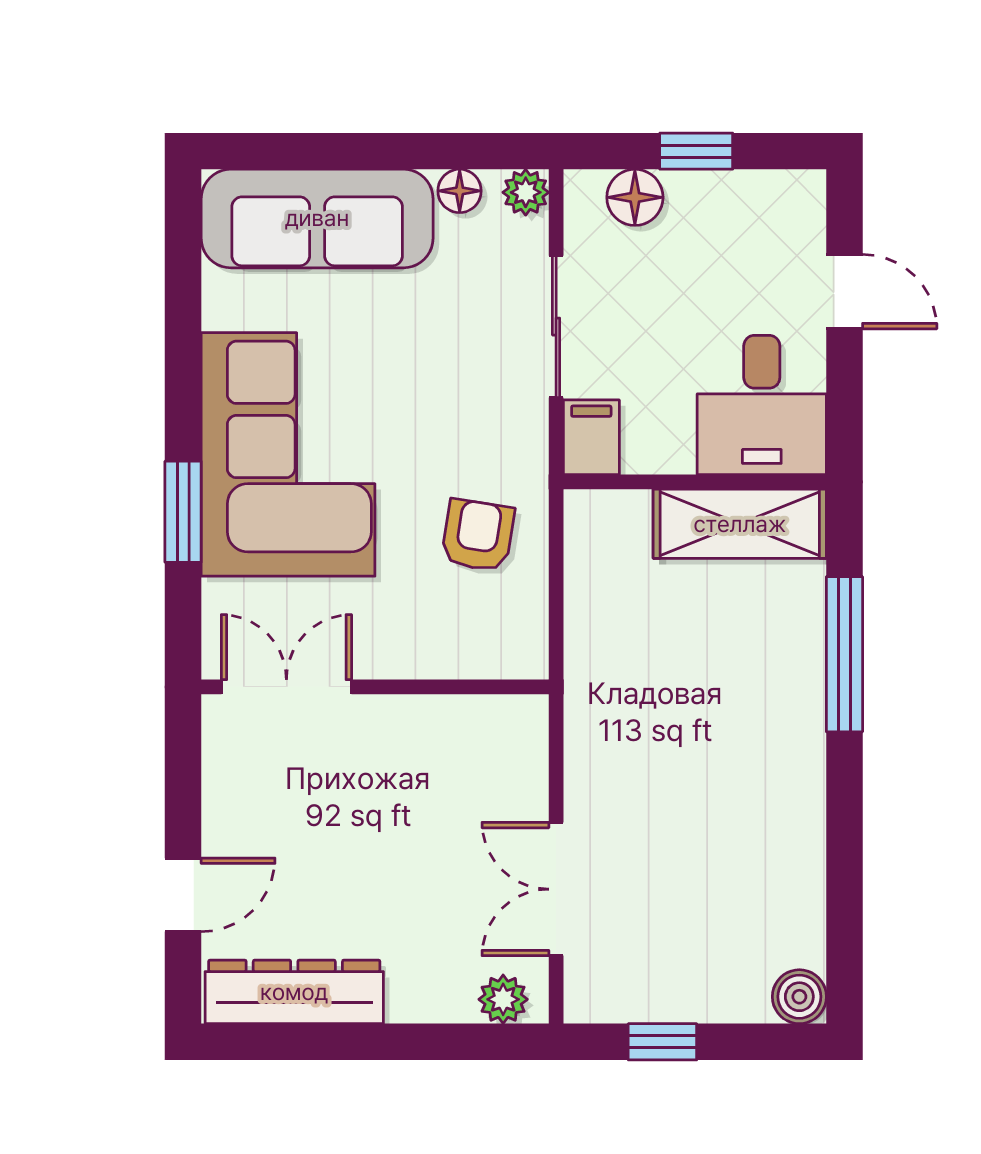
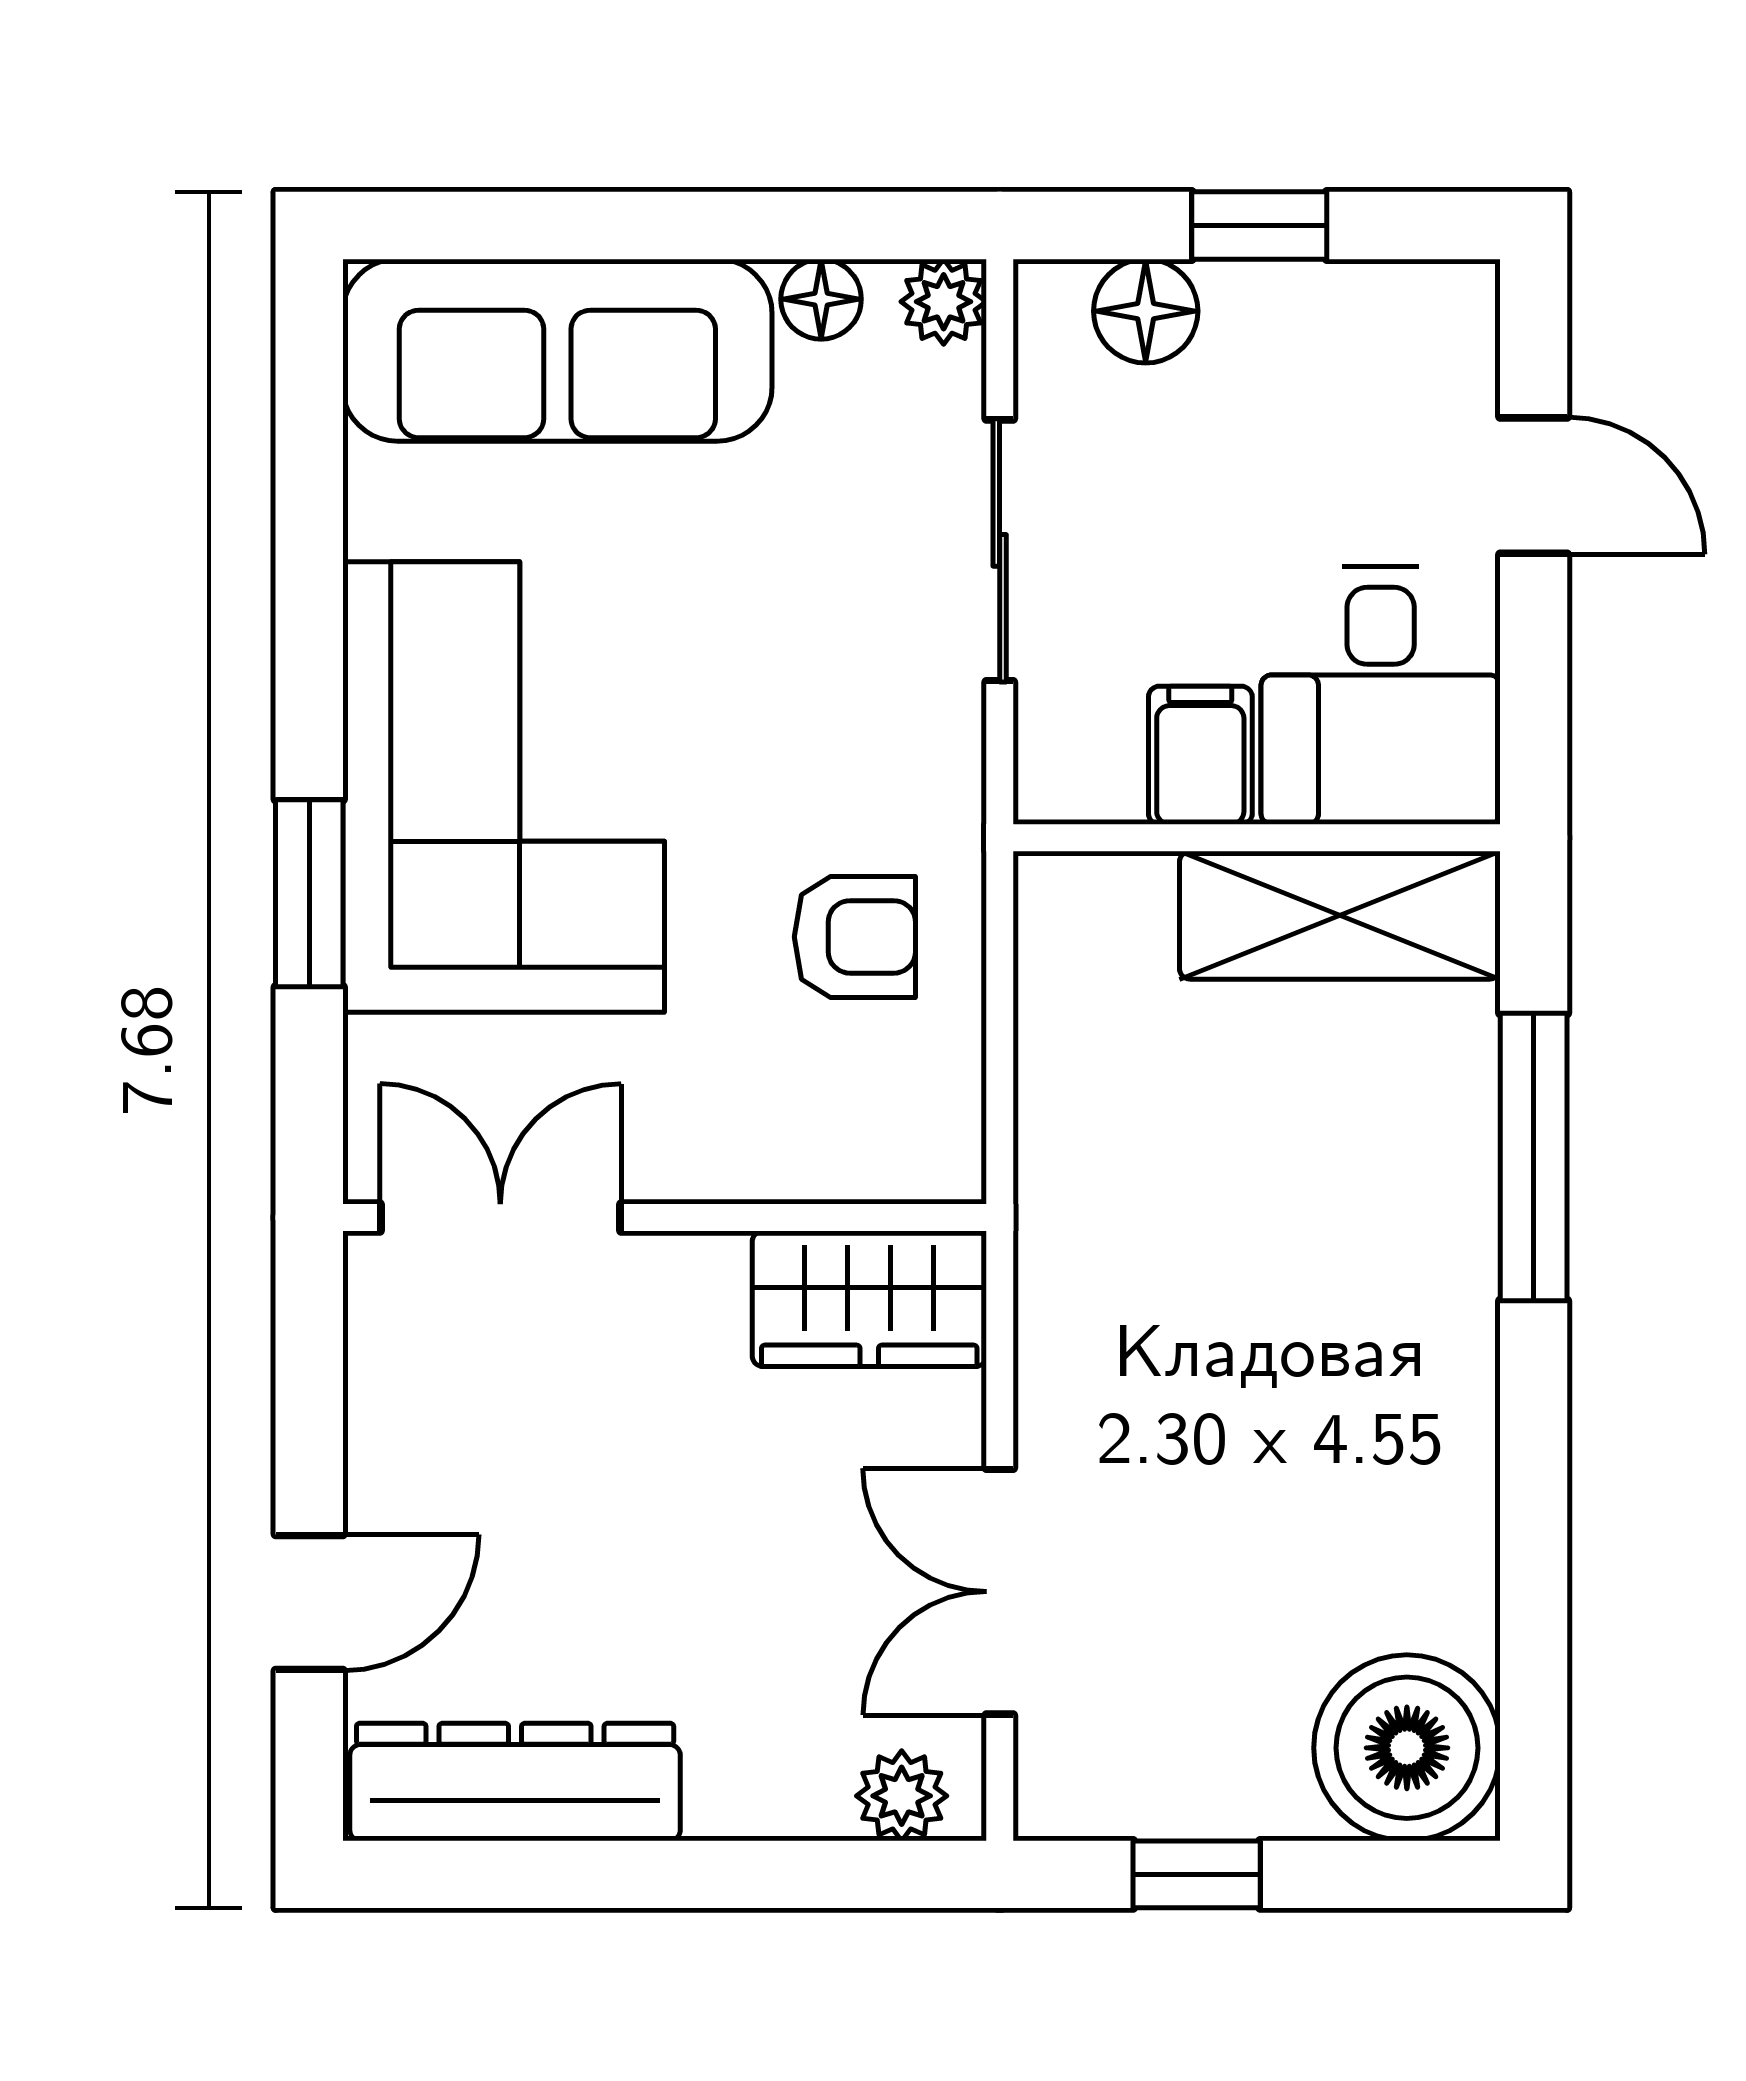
filing cabinet: (591, 437) -> (1200, 755), moved
armchair: (478, 535) -> (855, 937), turned 81
wardrobe: (486, 731) -> (869, 1299), added
boiler: (799, 997) -> (1407, 1748), width x1.86, depth x1.86

